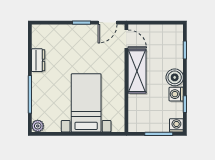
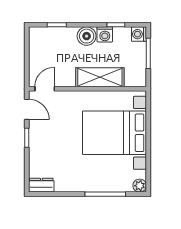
dresser: (38, 60) -> (41, 185), moved
shelving: (137, 71) -> (100, 77), moved
bed with nightstands: (86, 103) -> (114, 133), width x1.36

